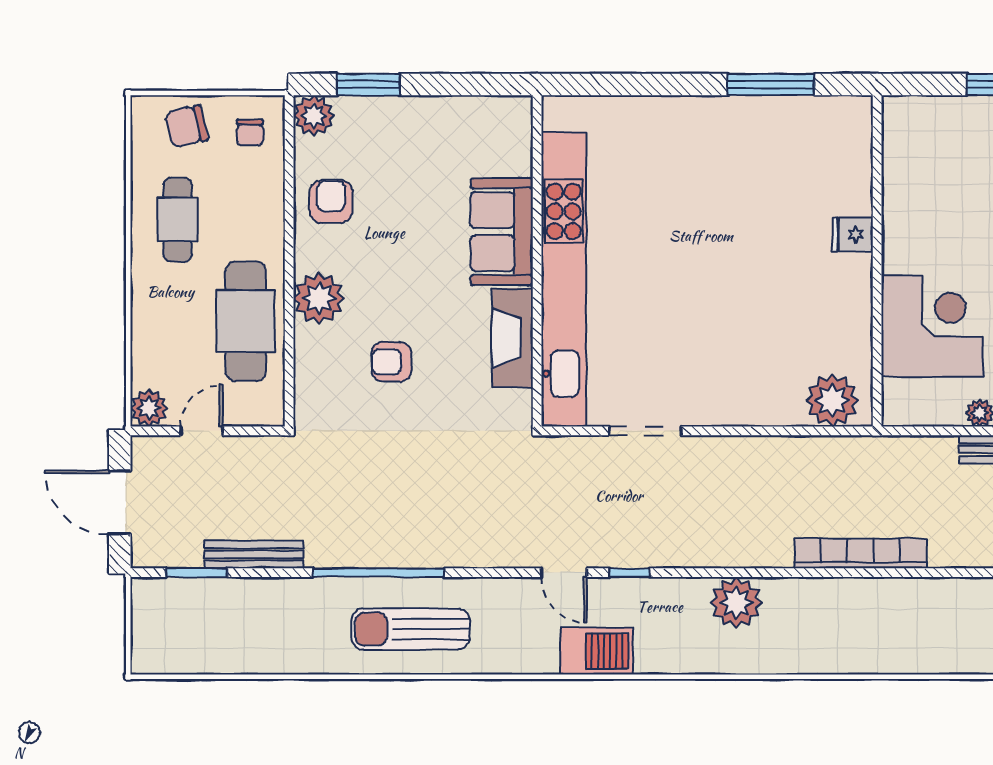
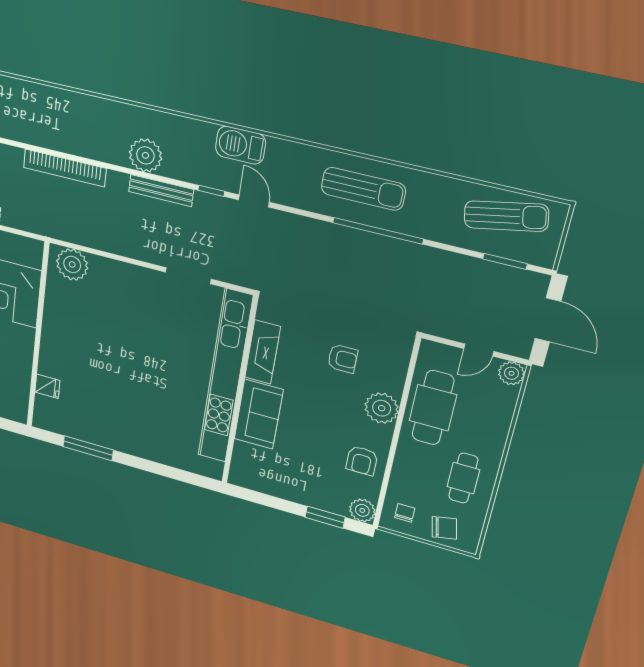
fridge: (852, 234) -> (47, 386), moved
bench: (254, 555) -> (161, 191), moved
sun lounger: (210, 638) -> (506, 216), added

